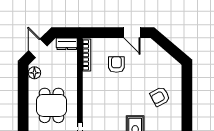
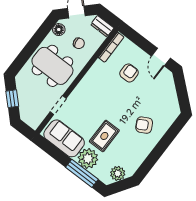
chair: (59, 72) -> (79, 43), added
dining table: (51, 105) -> (52, 66), width x1.38

